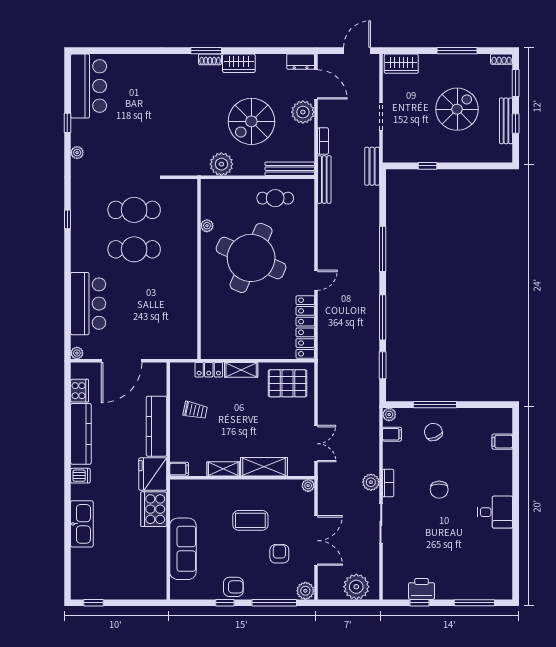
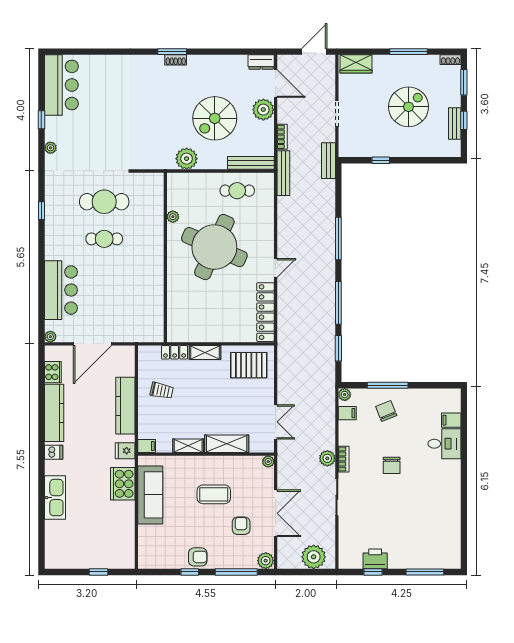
wardrobe: (239, 63) -> (203, 64), removed
bench: (506, 121) -> (455, 124), width x0.73
cafe table: (134, 249) -> (104, 239), width x0.73, depth x0.74
fridge: (153, 474) -> (125, 451), width x0.53, depth x0.75
desk: (495, 512) -> (444, 444), moved
sofa: (183, 549) -> (150, 495), moved
window: (93, 603) -> (98, 572), moved

